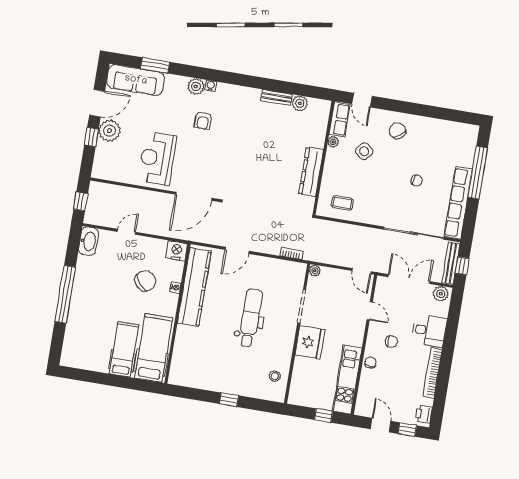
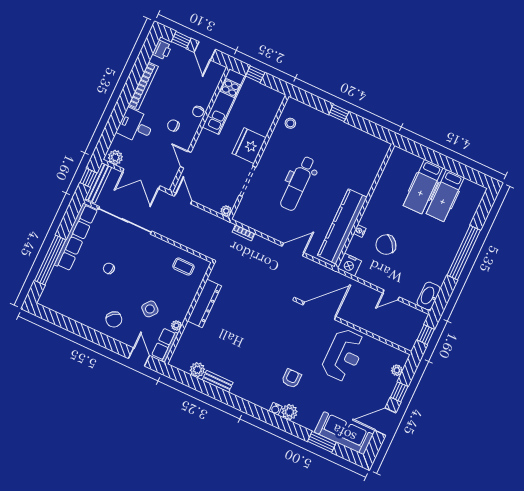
plant: (110, 131) -> (397, 370), moved, width x0.53, depth x0.53
hospital bed: (154, 348) -> (445, 196), moved, width x0.73, depth x0.77

